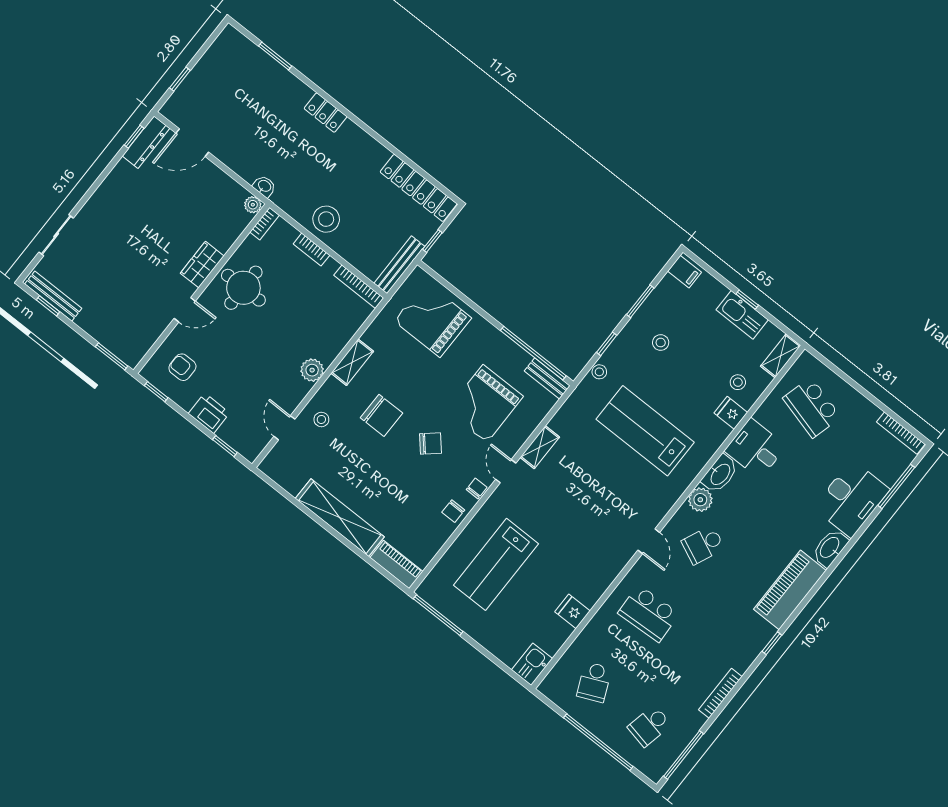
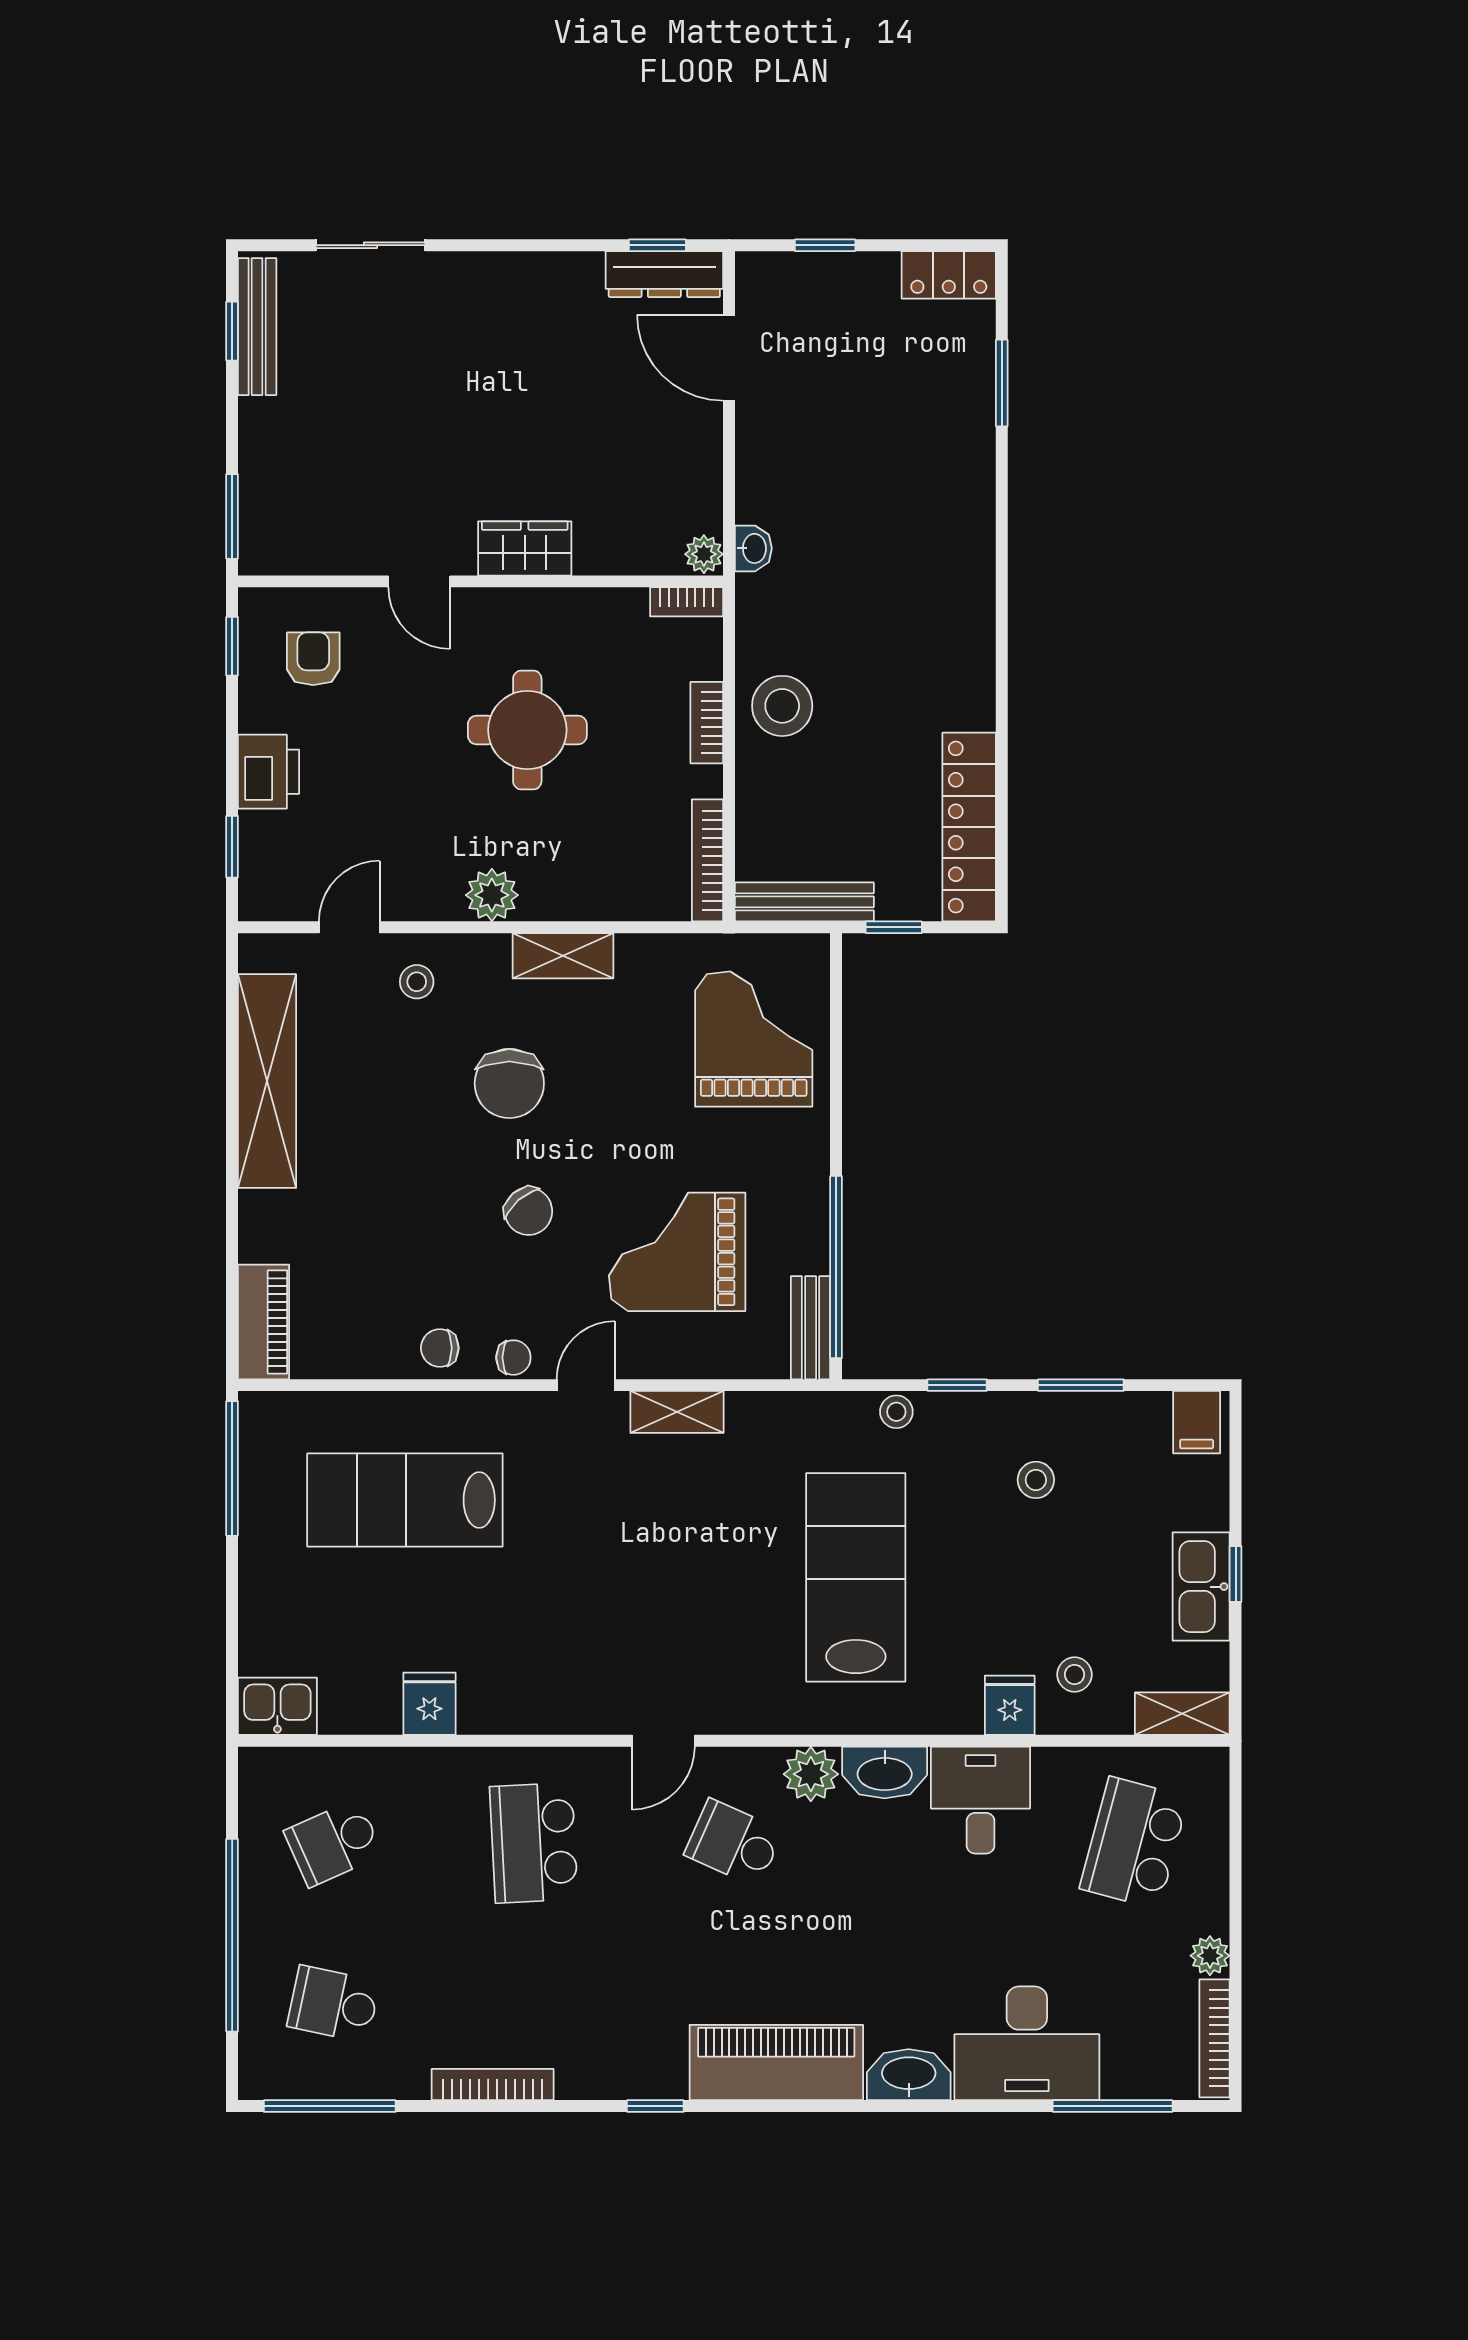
locker: (326, 113) -> (949, 275), moved, turned -90
round table: (243, 288) -> (527, 730), moved
plant: (871, 412) -> (1210, 1956), added
shelving: (340, 518) -> (267, 1081), moved

